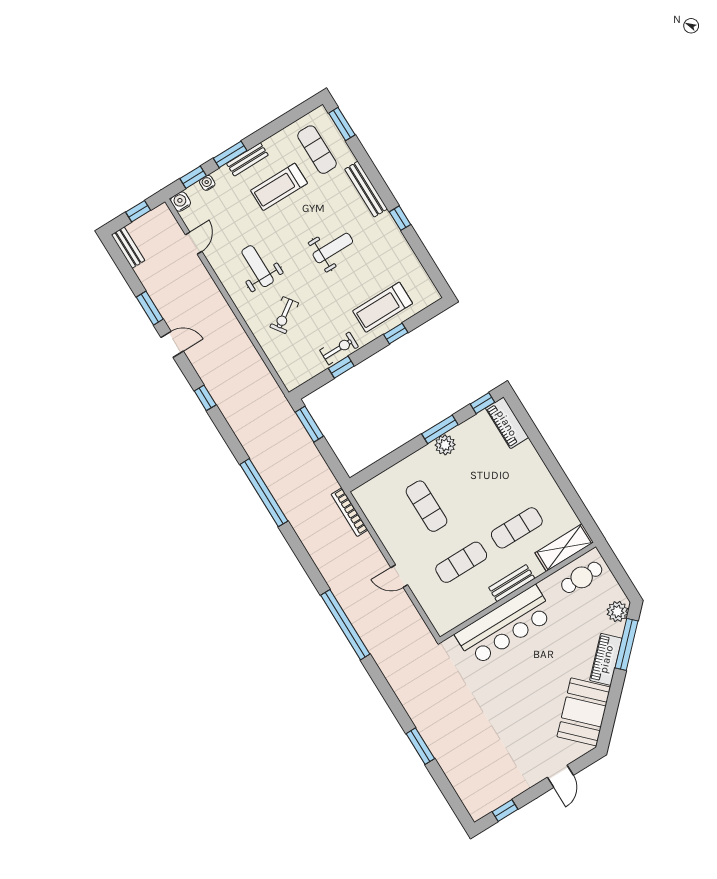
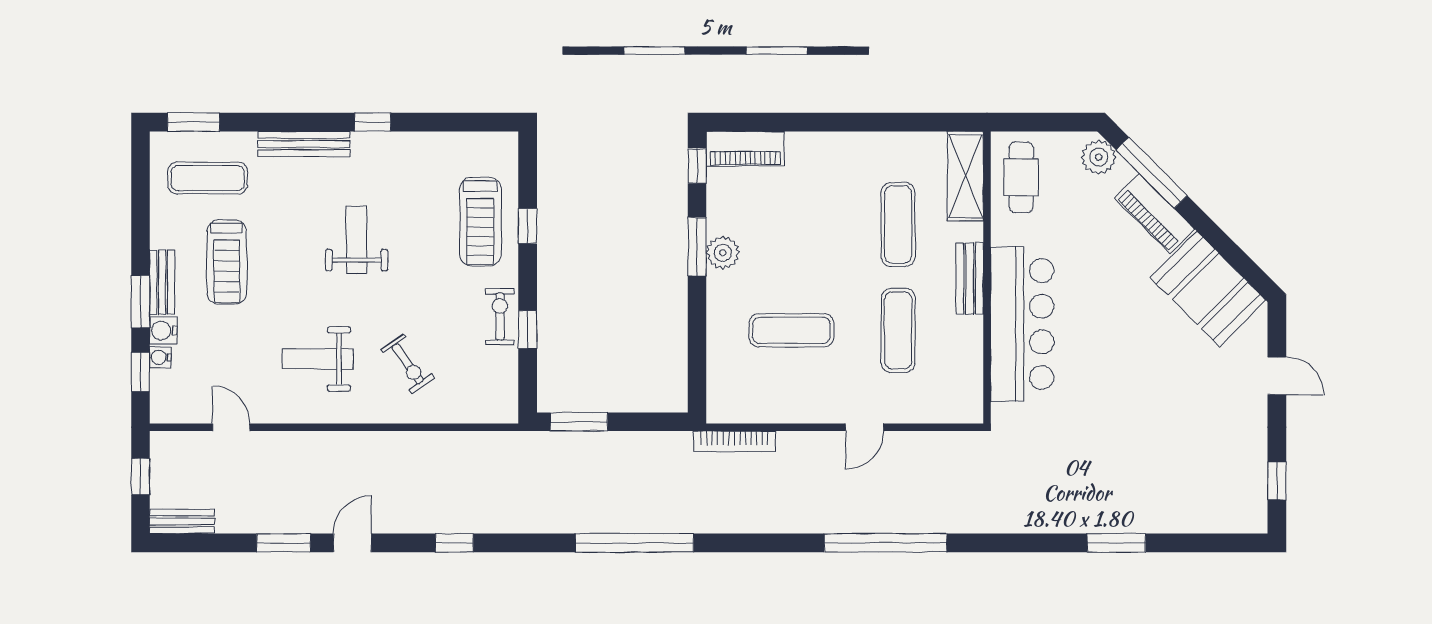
water cooler: (181, 202) -> (163, 331), moved

